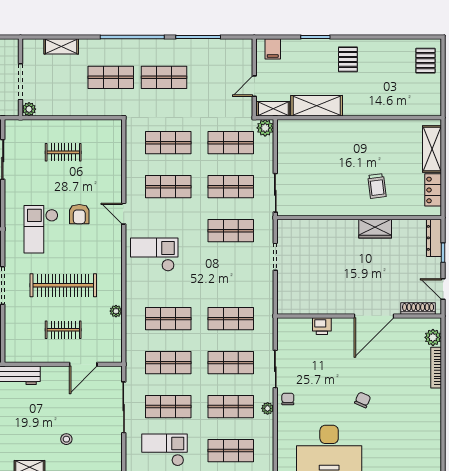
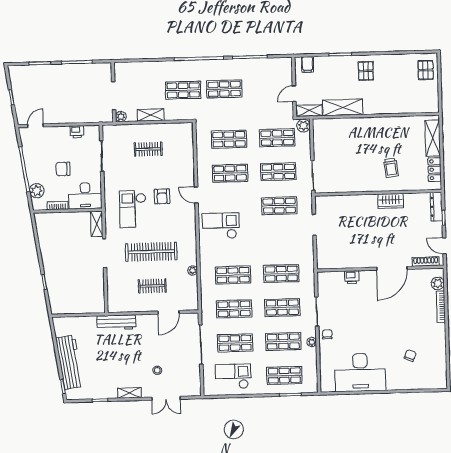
shelving: (61, 46) -> (151, 115), moved
chair: (363, 400) -> (410, 356), moved

